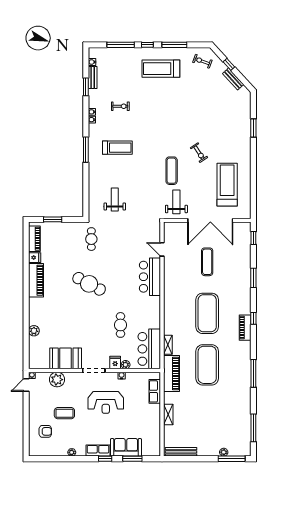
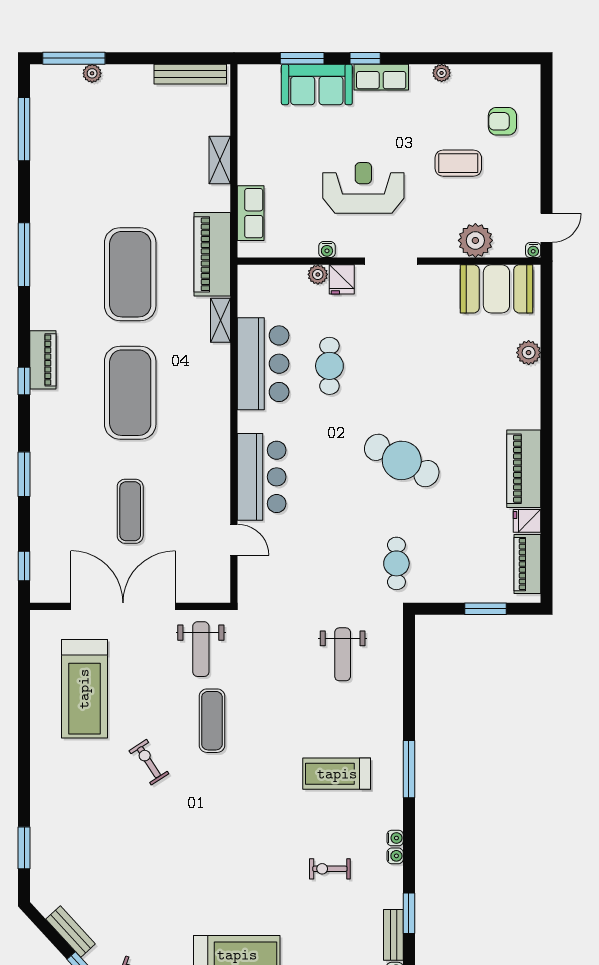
window: (253, 128) -> (24, 848), moved
bar counter: (149, 349) -> (263, 364), moved
booth: (66, 358) -> (496, 289), moved

